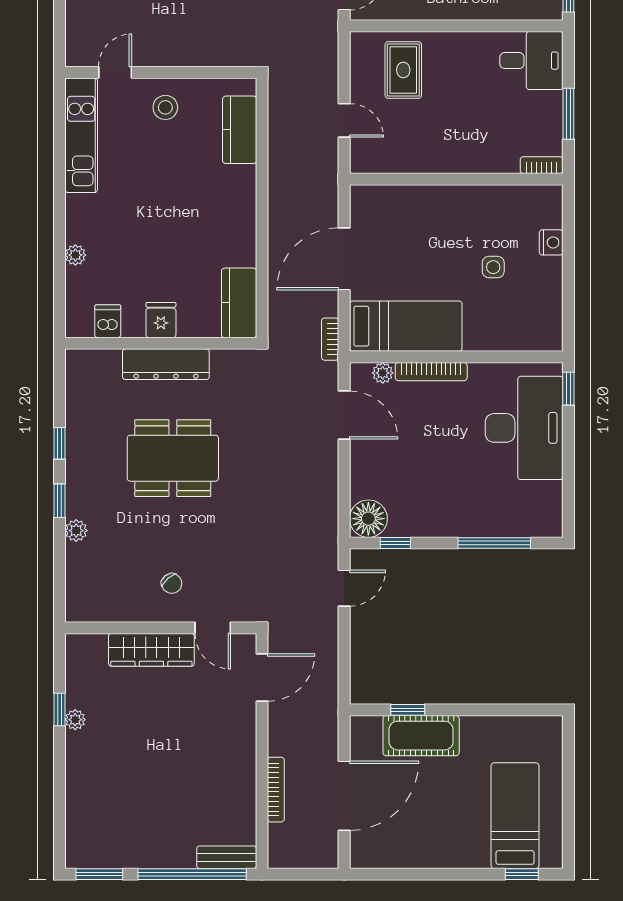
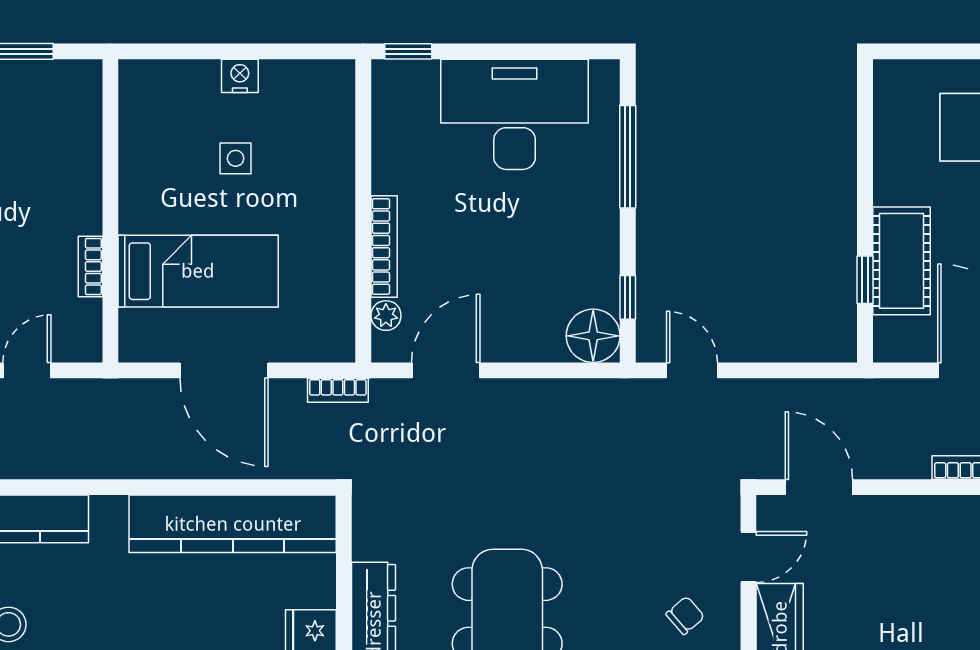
bookcase: (542, 165) -> (91, 267), moved
nightstand: (551, 242) -> (240, 76), moved
kitchen counter: (239, 303) -> (233, 524), width x2.08, depth x1.17
bed: (406, 326) -> (198, 271), moved, turned 90
desk: (524, 428) -> (515, 114), moved

